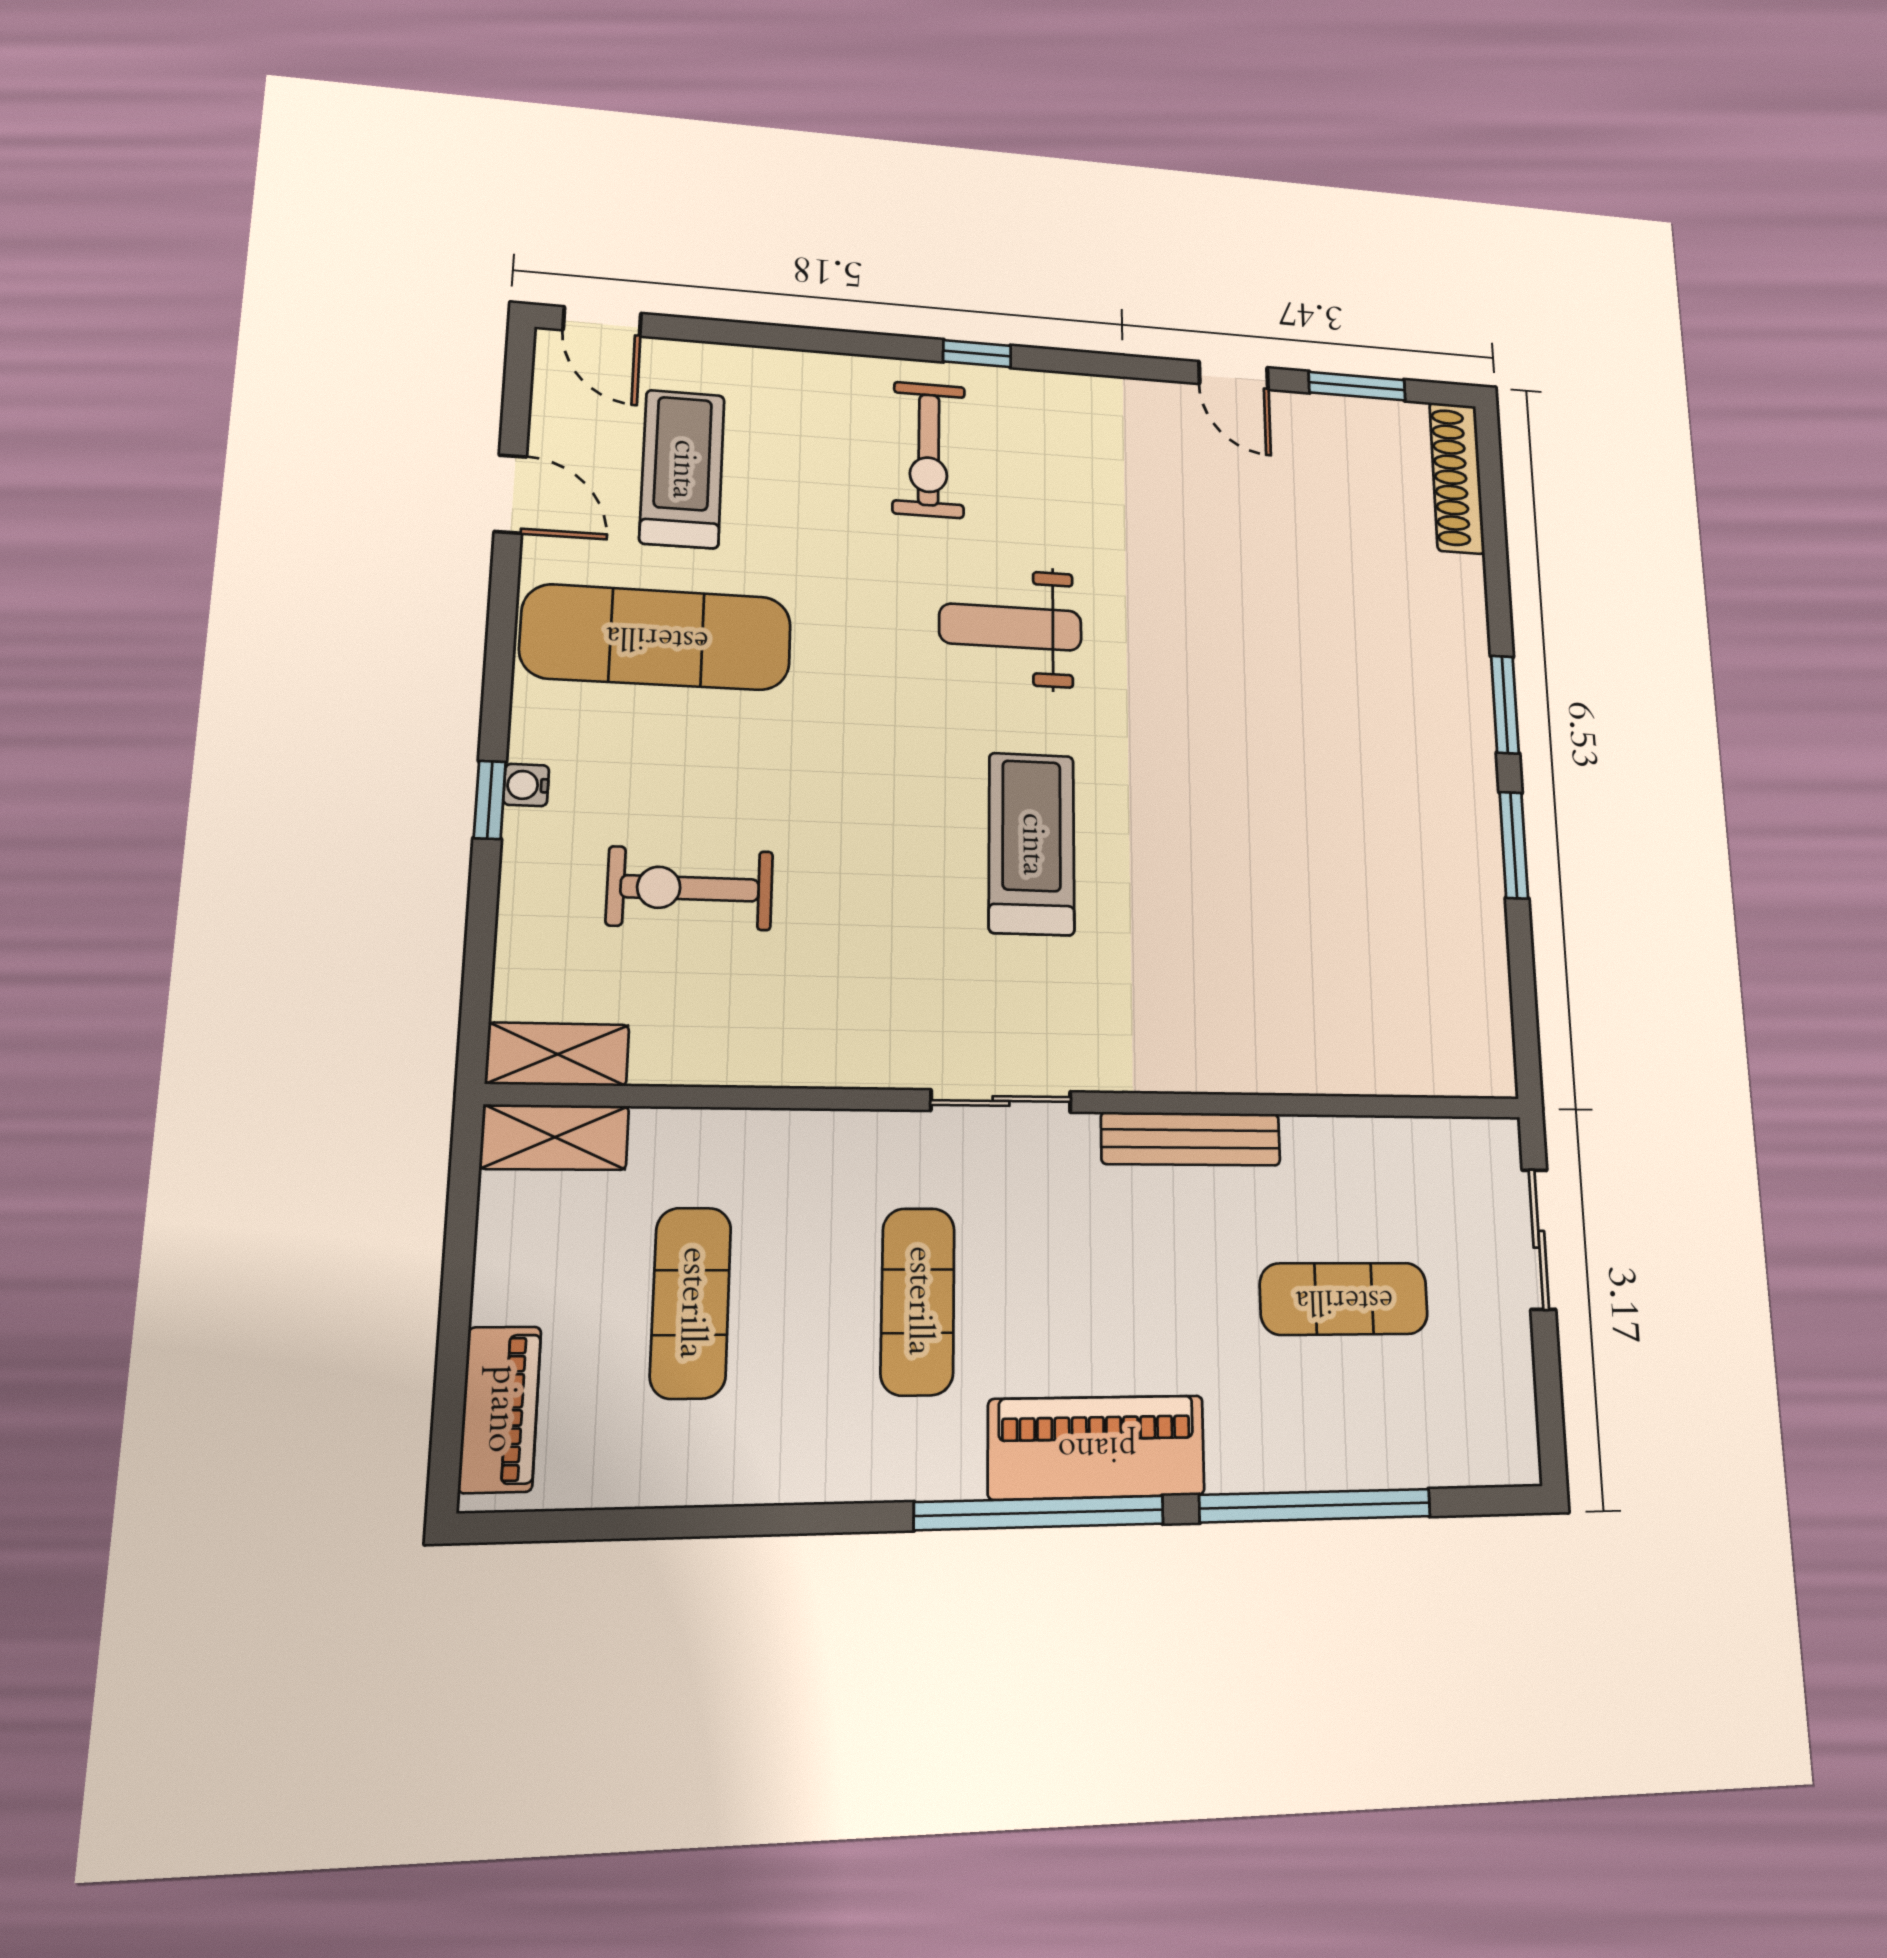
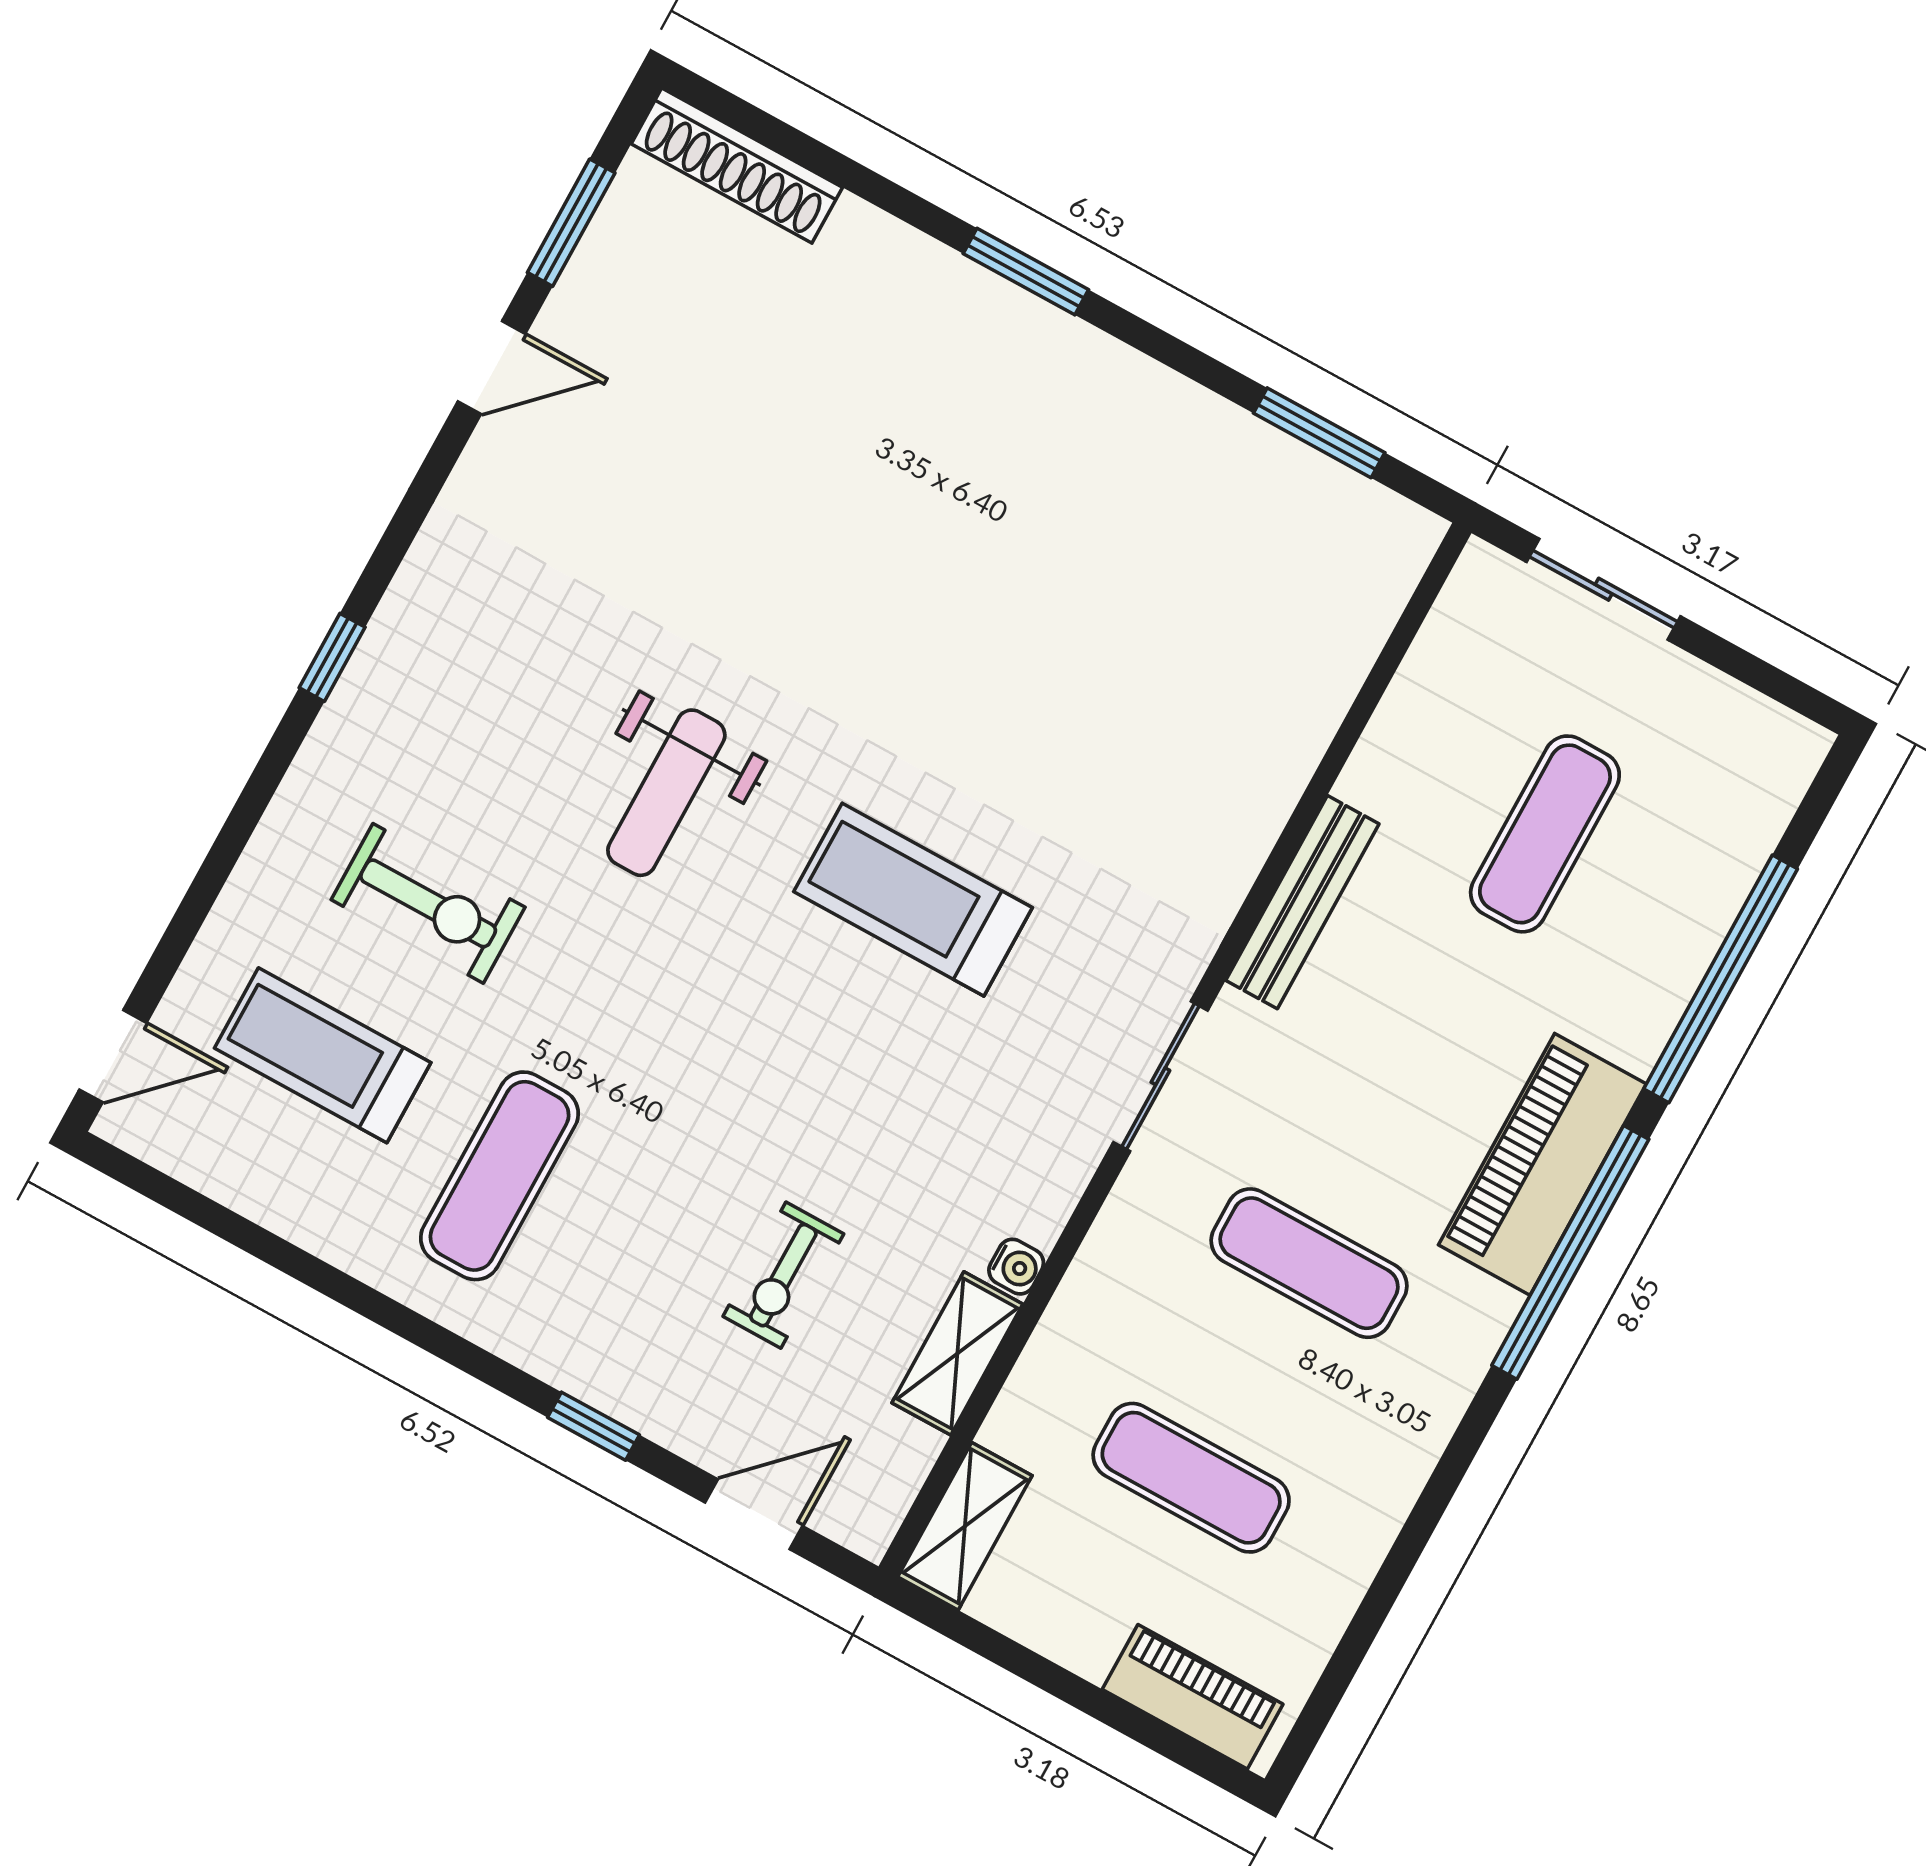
exercise bike: (929, 450) -> (428, 903), moved
door: (510, 494) -> (754, 1514), moved
exercise mat: (657, 637) -> (500, 1176), width x0.73, depth x0.69
water cooler: (526, 785) -> (1016, 1267), moved, turned -90
window: (1514, 845) -> (1319, 433), moved
exercise bike: (690, 888) -> (783, 1275), width x0.73, depth x0.72
shelving: (558, 1054) -> (957, 1353), moved

